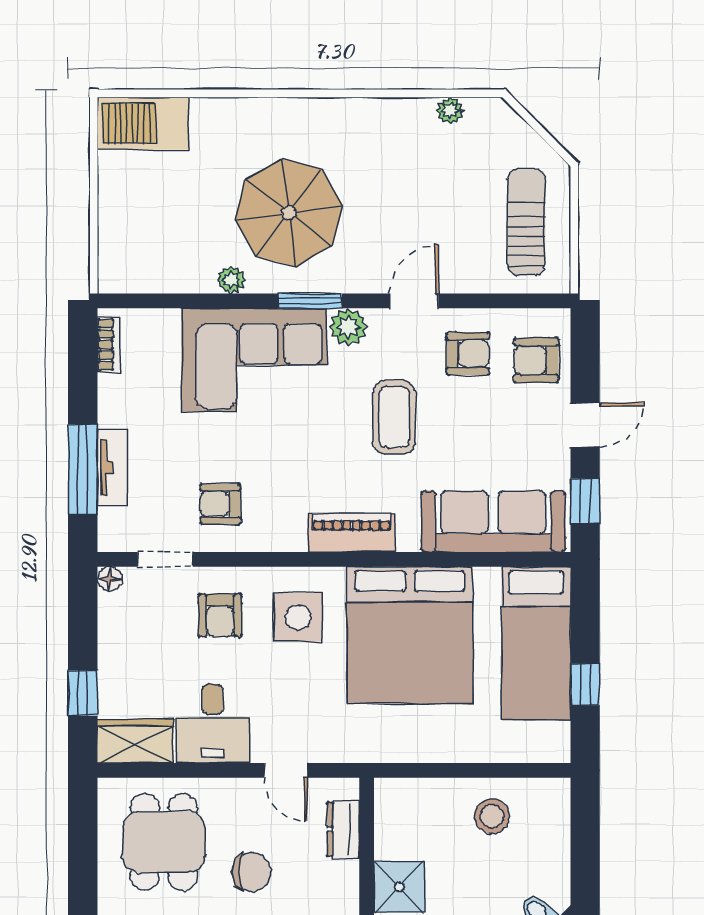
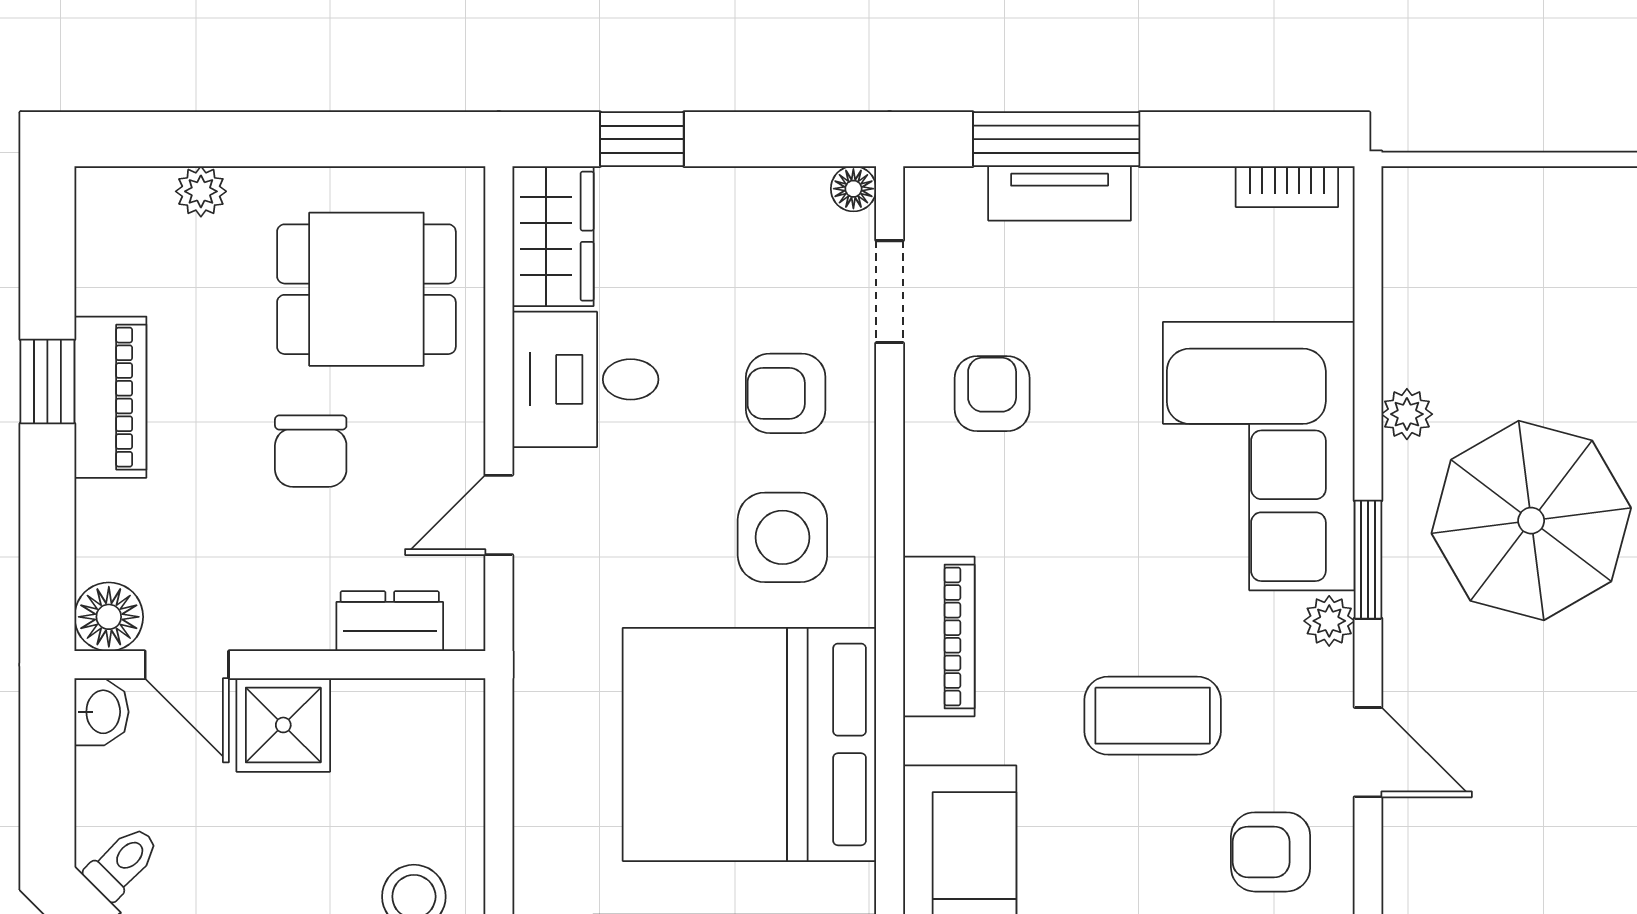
plant: (348, 327) -> (1329, 621), width x0.73, depth x0.73
armchair: (468, 353) -> (1271, 852), turned 90

